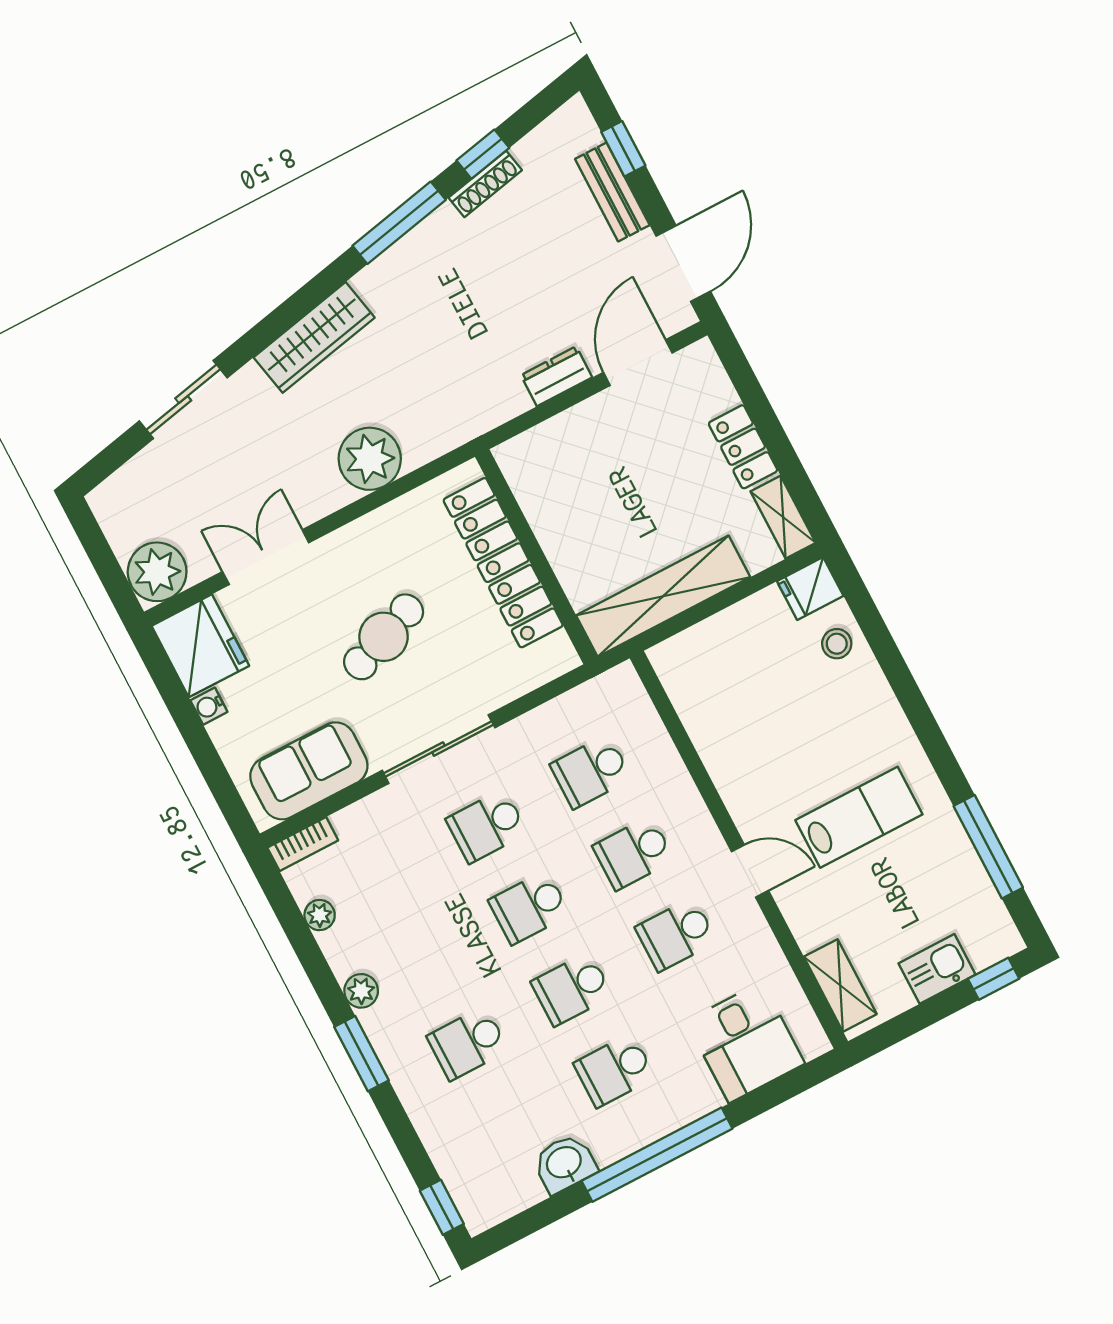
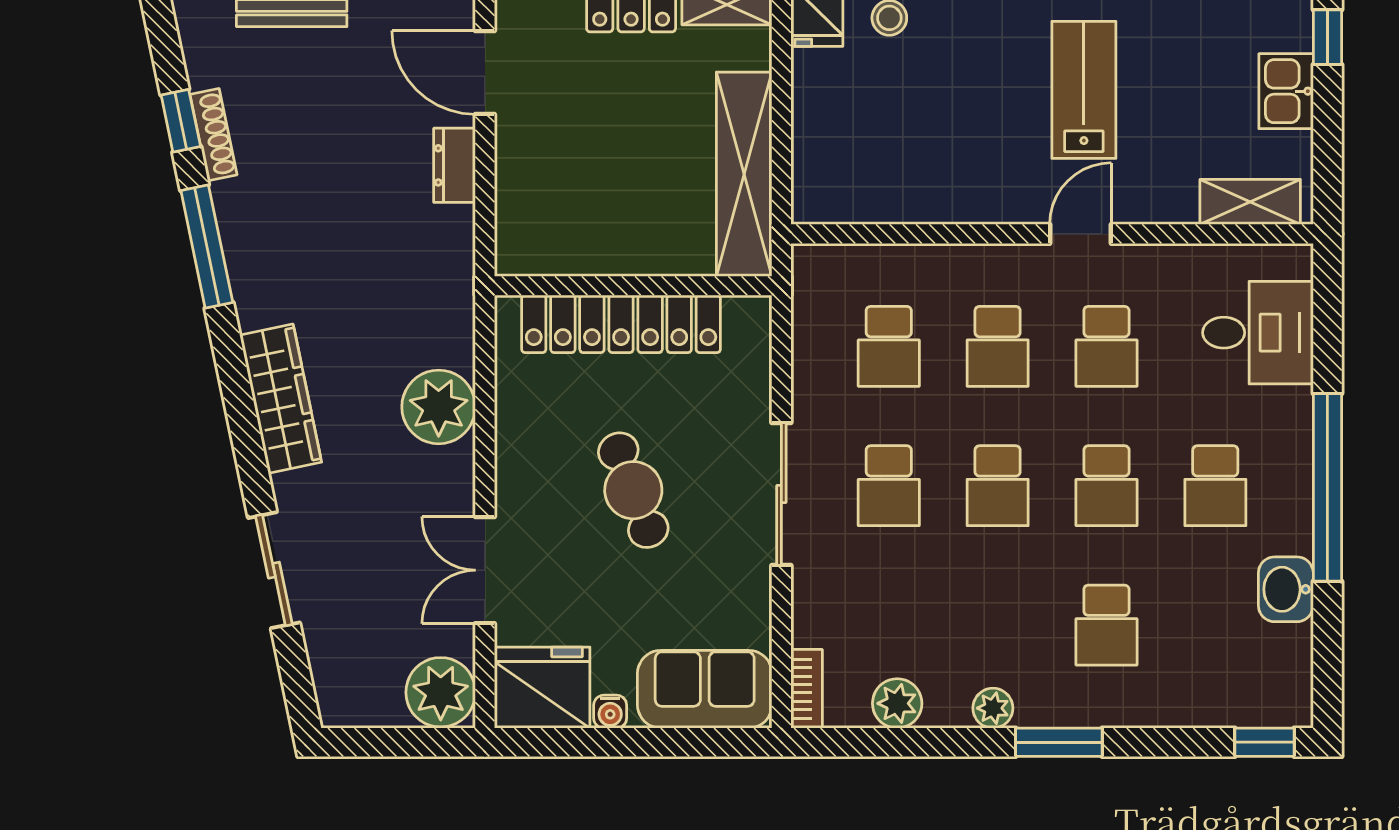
sofa: (309, 771) -> (705, 689), moved, turned 90
plant: (320, 915) -> (897, 703), width x1.38, depth x1.38

